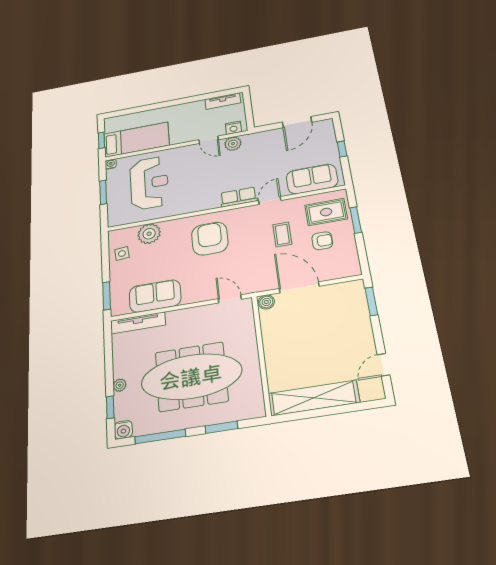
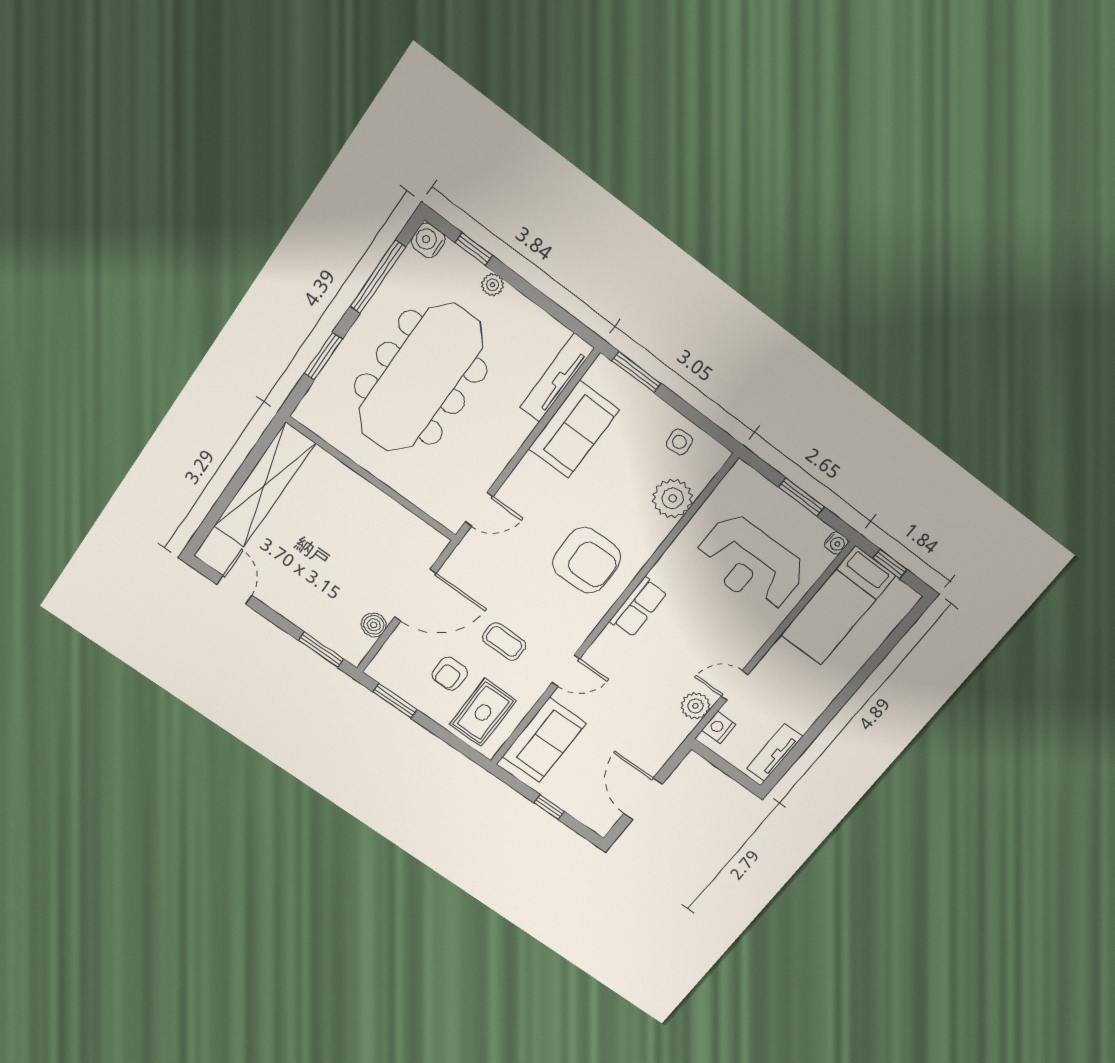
row of seats: (239, 197) -> (638, 607), moved
door: (270, 200) -> (566, 671), hinge flipped
window: (356, 220) -> (395, 701), moved
boiler: (266, 302) -> (374, 625), moved

